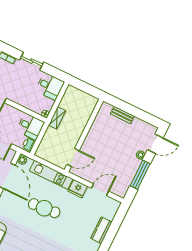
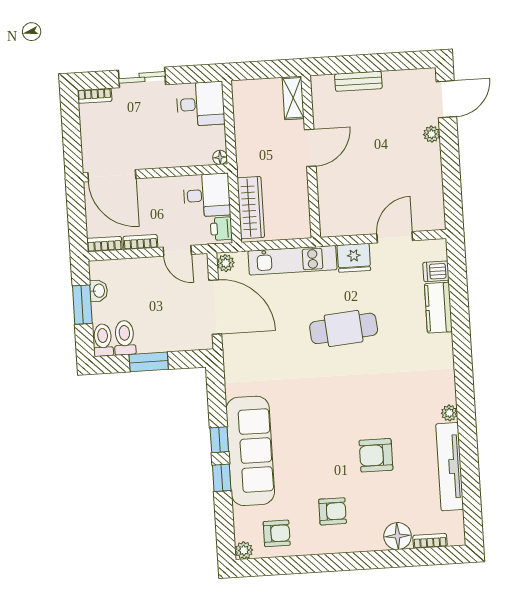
shelving: (57, 118) -> (293, 98), moved
wardrobe: (46, 142) -> (251, 208), added
door: (73, 157) -> (310, 148), moved
window: (140, 175) -> (451, 170), removed
cafe table: (44, 208) -> (344, 328), moved
dishwasher: (109, 214) -> (436, 271), added

